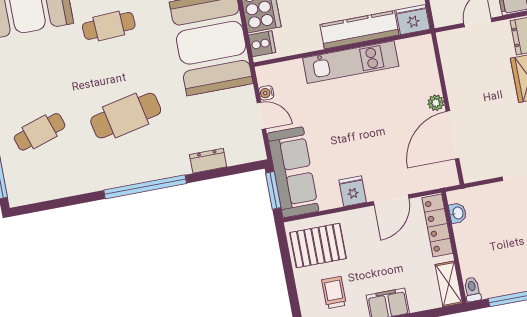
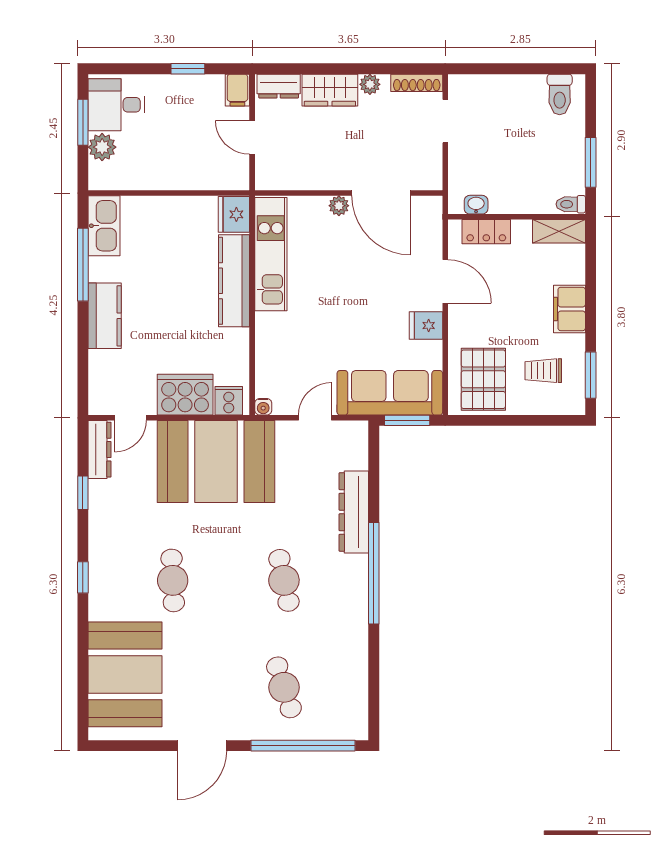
kitchen unit: (351, 62) -> (271, 254), moved
water cooler: (266, 93) -> (263, 407), moved
cafe table: (126, 116) -> (284, 580), width x0.73, depth x0.74
dresser: (208, 161) -> (354, 512), width x1.96, depth x1.24
locker: (437, 225) -> (486, 232), width x0.66

